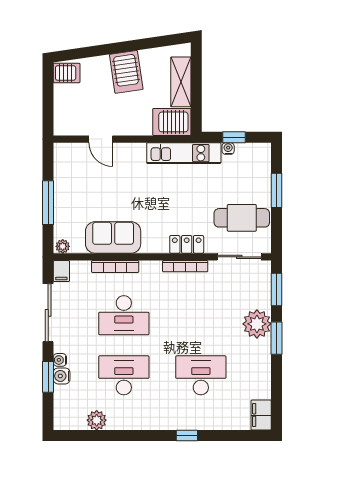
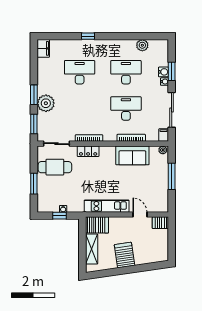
server rack: (67, 73) -> (160, 223), moved
kitchen unit: (184, 153) -> (107, 206), moved
desk: (124, 375) -> (126, 72), turned 180
desk: (201, 375) -> (80, 72), turned 180

